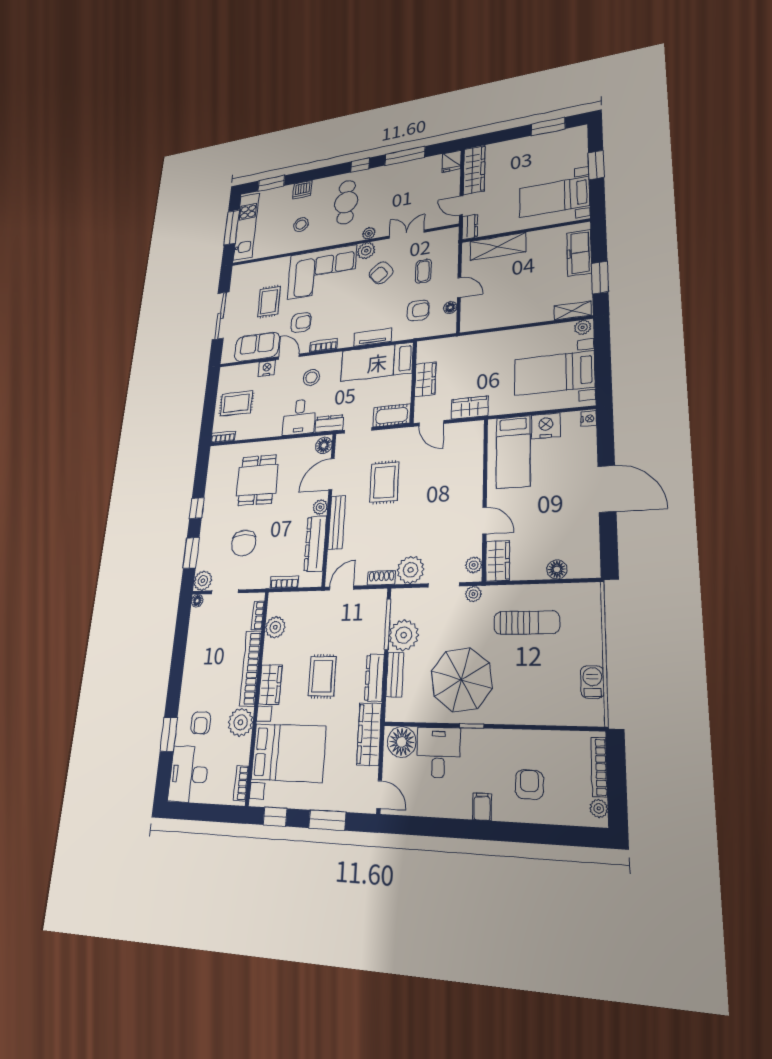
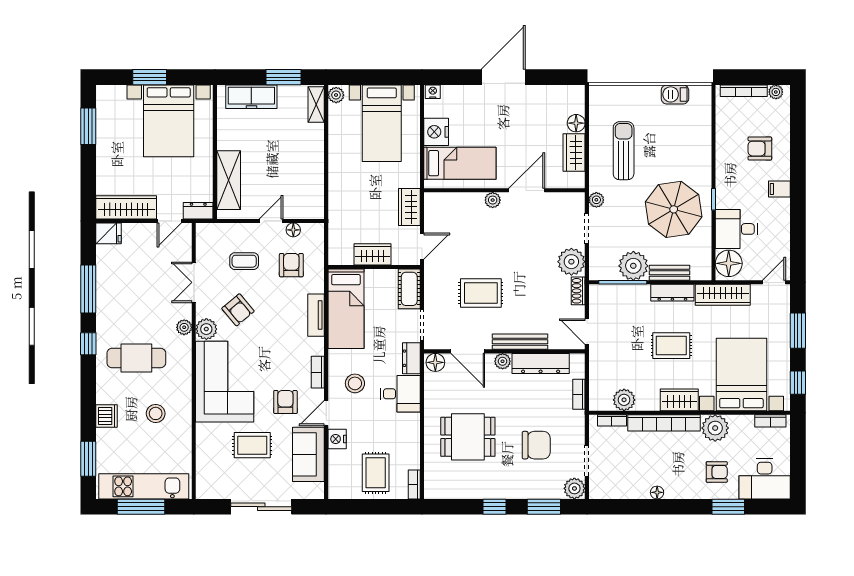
bed with nightstands: (554, 197) -> (169, 121), width x1.36
door: (485, 521) -> (527, 190), width x1.38
wardrobe: (498, 561) -> (574, 152), moved, turned -90
plant: (474, 565) -> (493, 200), moved
floor lamp: (197, 601) -> (657, 492), moved

